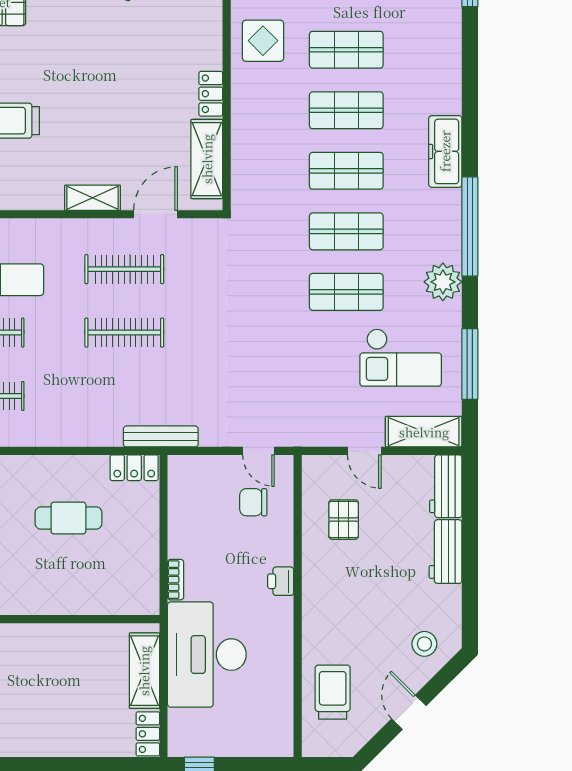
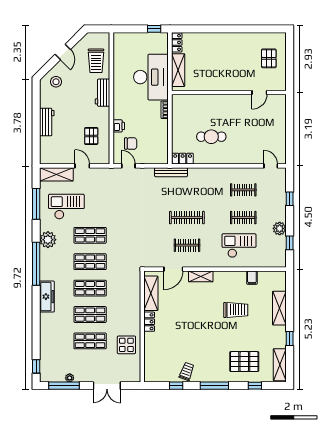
clothes rail: (124, 269) -> (187, 245), width x0.73
workbench: (446, 486) -> (102, 93), moved, turned 180
printer: (281, 581) -> (119, 126), moved

